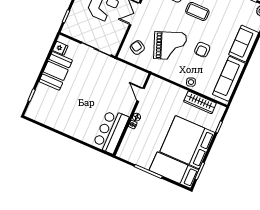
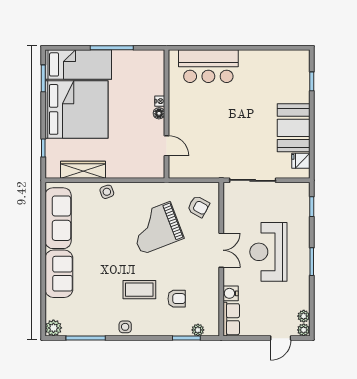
armchair: (202, 50) -> (111, 242), removed
bar counter: (111, 131) -> (208, 66), moved, turned 90

